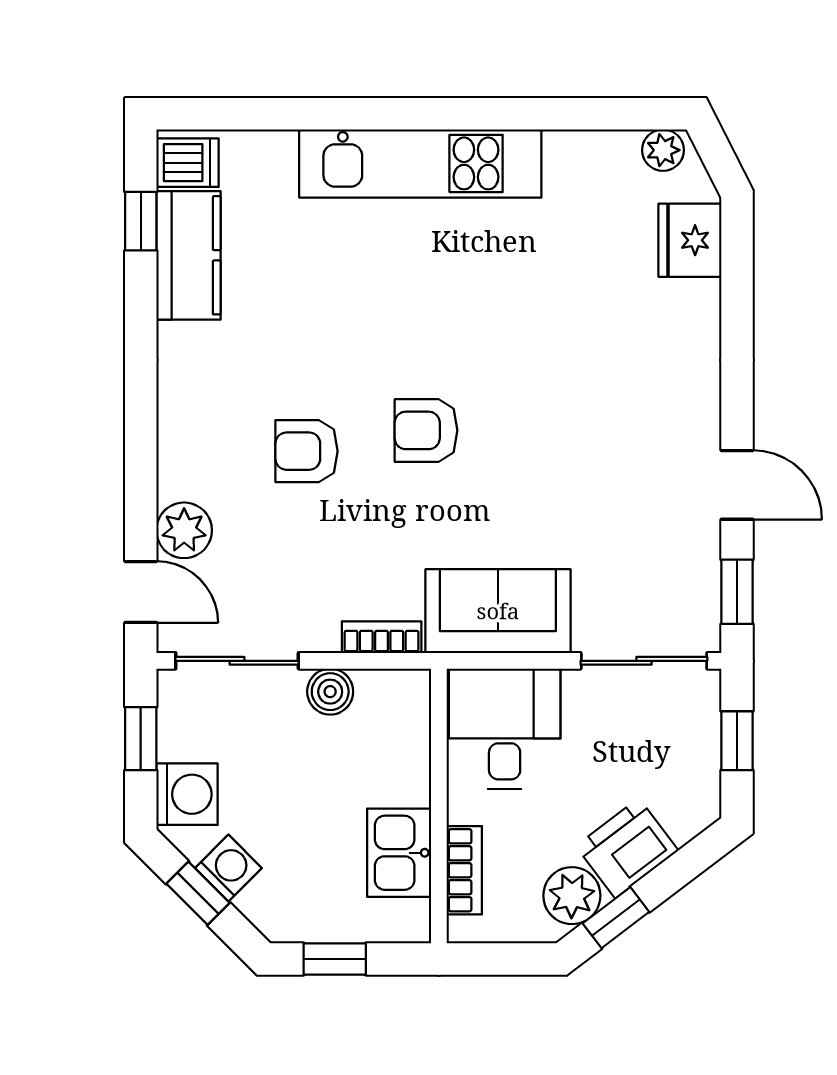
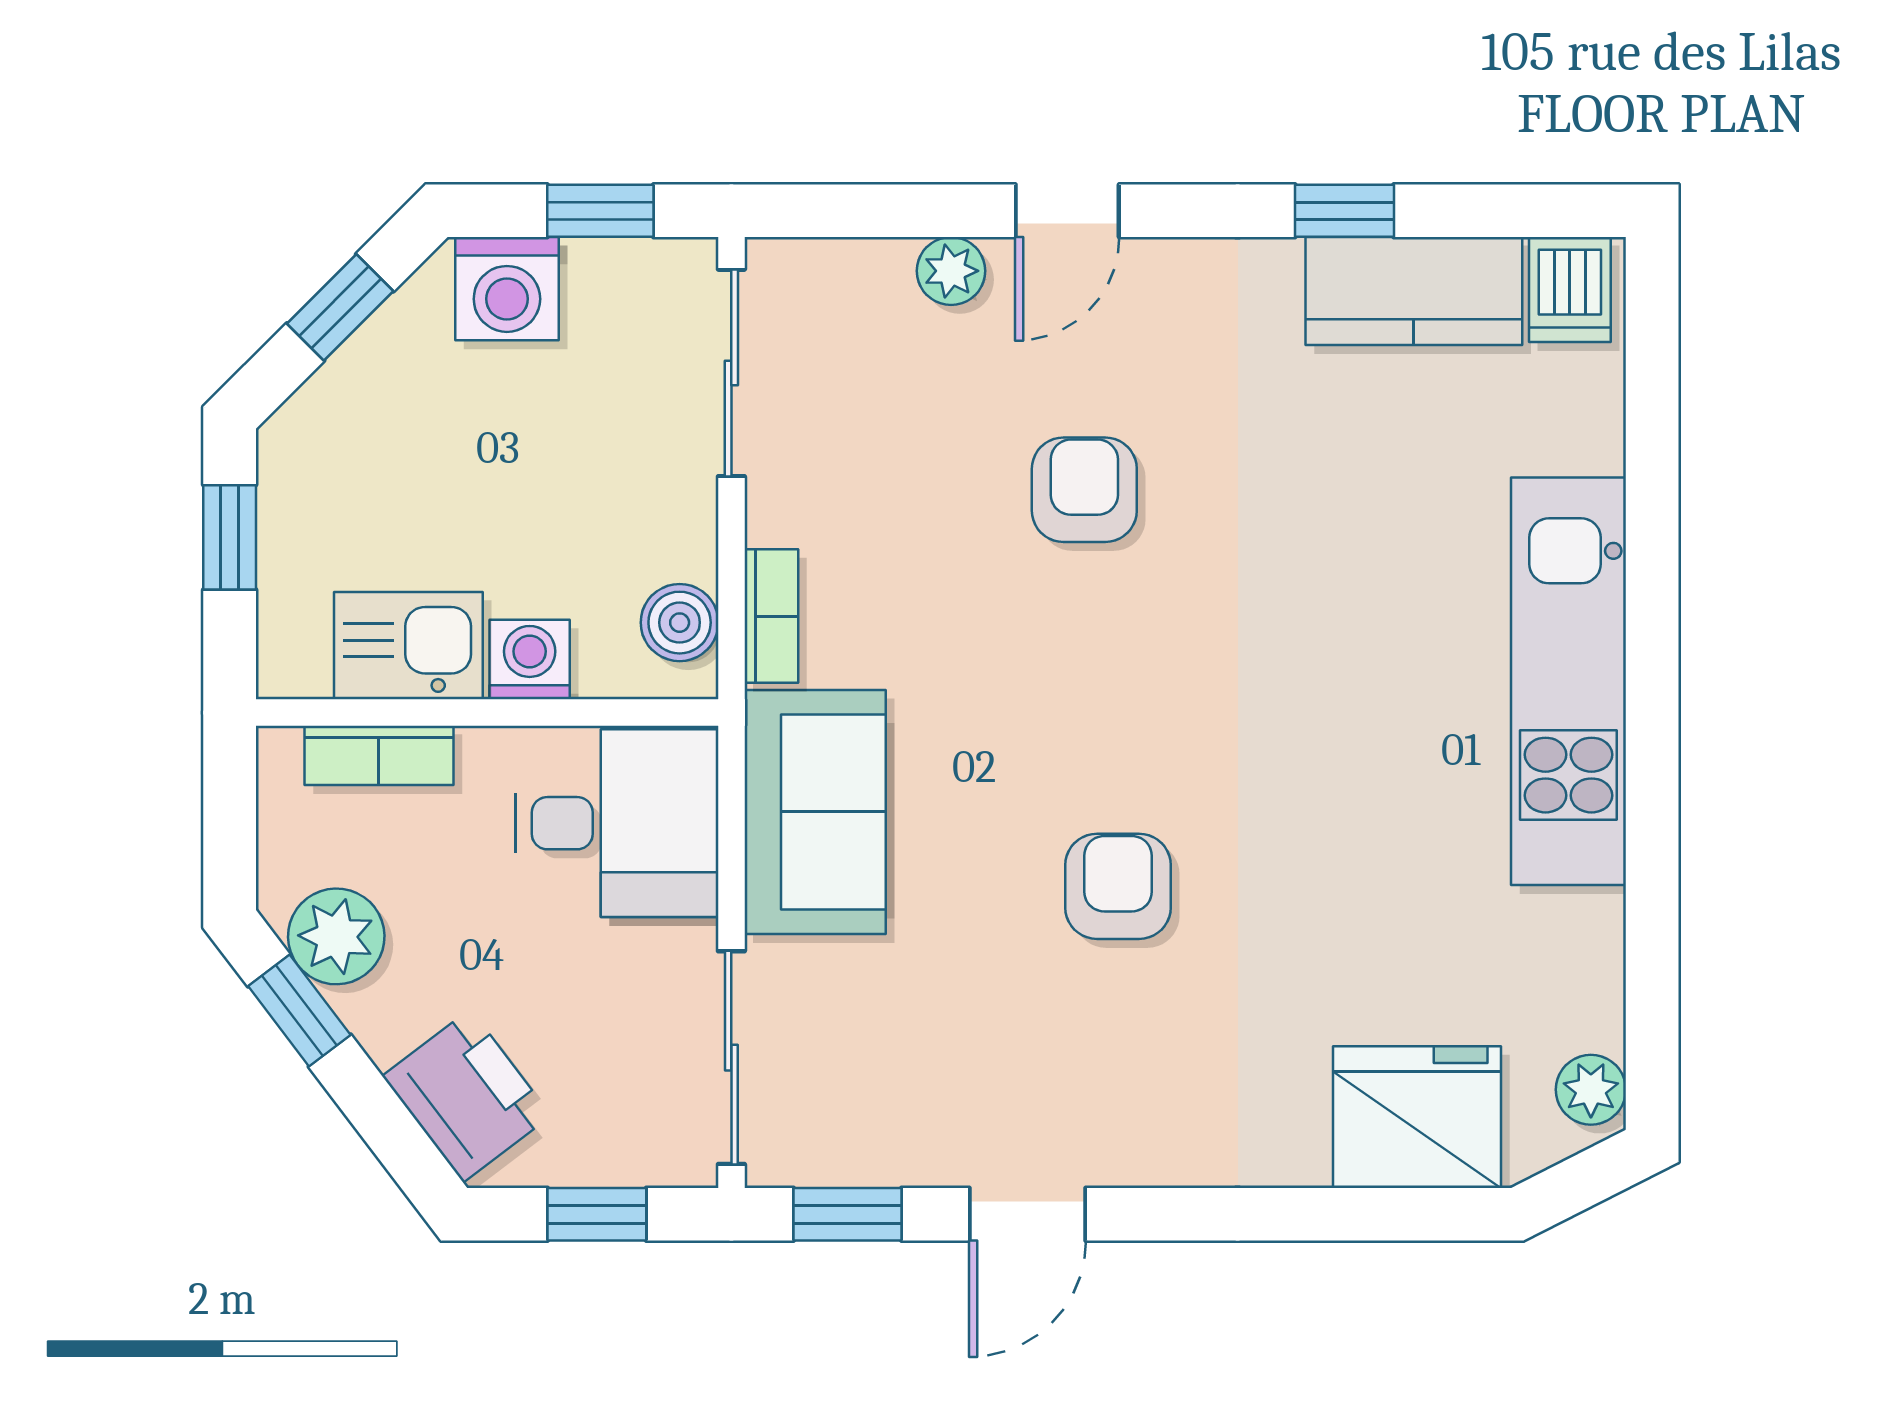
window: (141, 221) -> (1344, 211), moved
fridge: (690, 240) -> (1417, 1117), width x1.36, depth x1.34
armchair: (426, 430) -> (1118, 886), moved
plant: (184, 530) -> (951, 271), width x0.73, depth x0.73
door: (141, 592) -> (1067, 211), moved
boiler: (330, 692) -> (680, 623), moved
printer: (627, 848) -> (467, 1096), moved
washing machine: (228, 868) -> (530, 659), moved, turned -135

